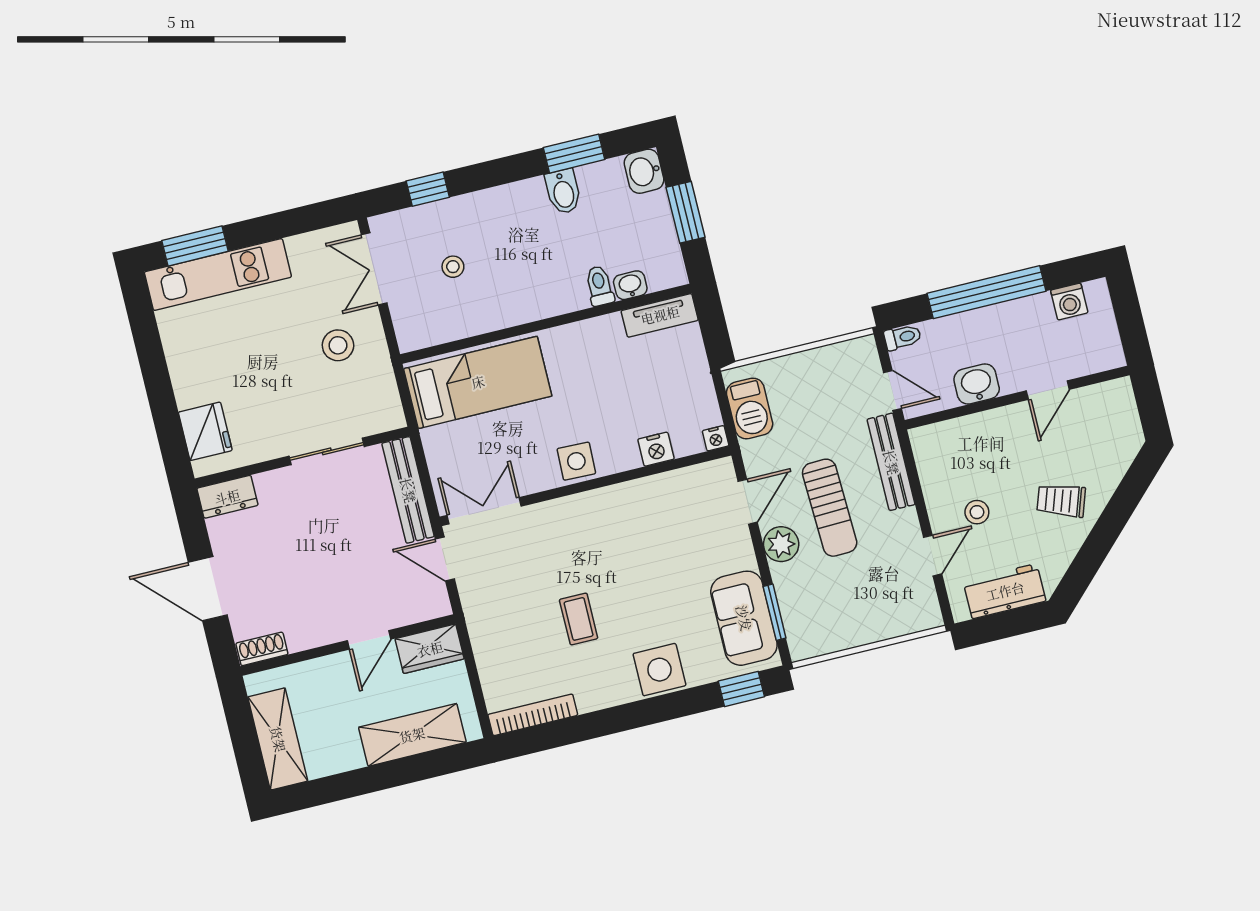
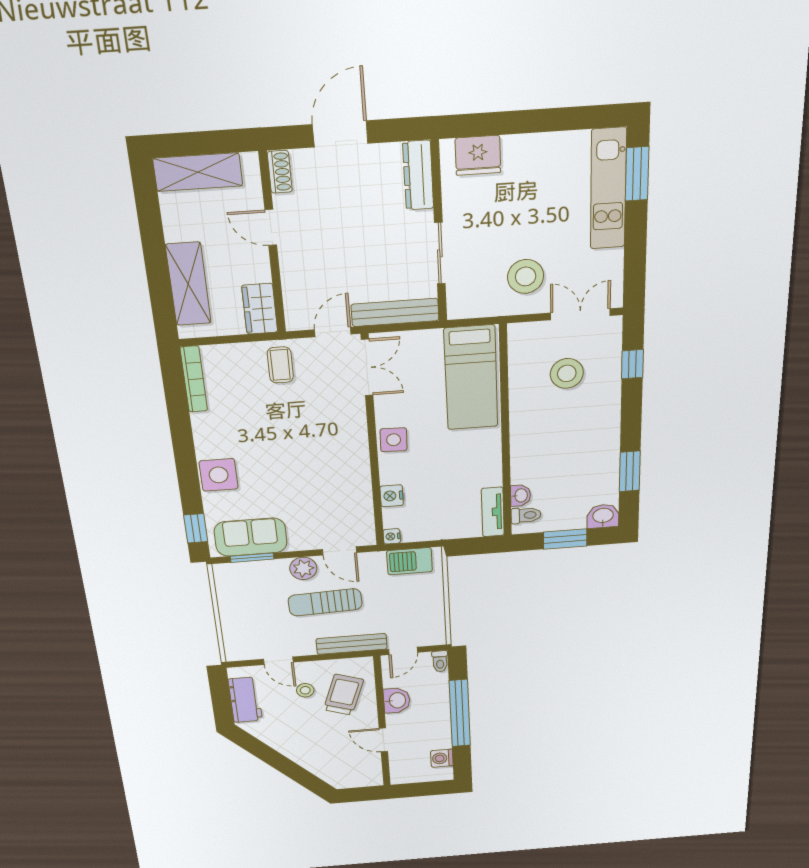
bidet: (563, 192) -> (603, 460), removed
stool: (453, 267) -> (567, 373), width x1.89, depth x1.89
toilet: (600, 286) -> (526, 515), moved
stool: (338, 345) -> (526, 276), width x1.38, depth x1.38
dresser: (227, 497) -> (418, 175), width x1.44
trolley: (1061, 501) -> (343, 695), moved, width x1.36, depth x1.39
coffee table: (579, 619) -> (280, 365), moved, turned 90
door: (369, 640) -> (271, 227), moved

